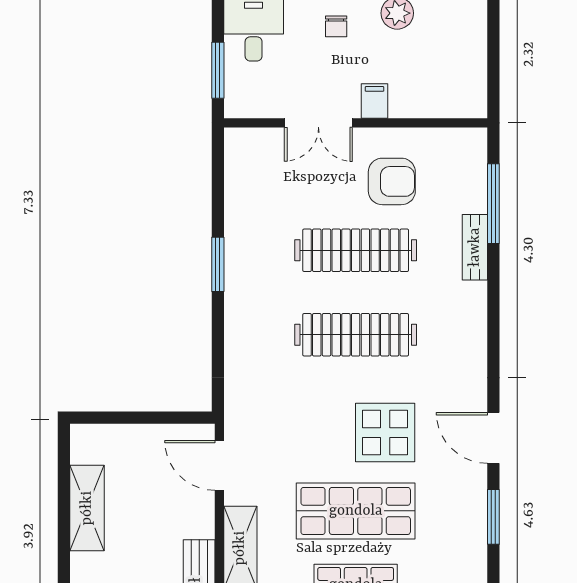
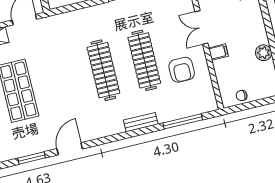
chair: (336, 26) -> (242, 95), moved
bench: (475, 247) -> (141, 122), moved
display table: (385, 433) -> (60, 96), removed

